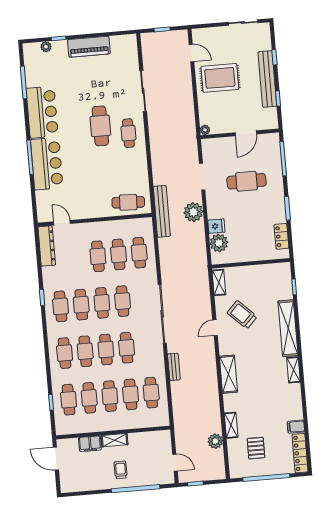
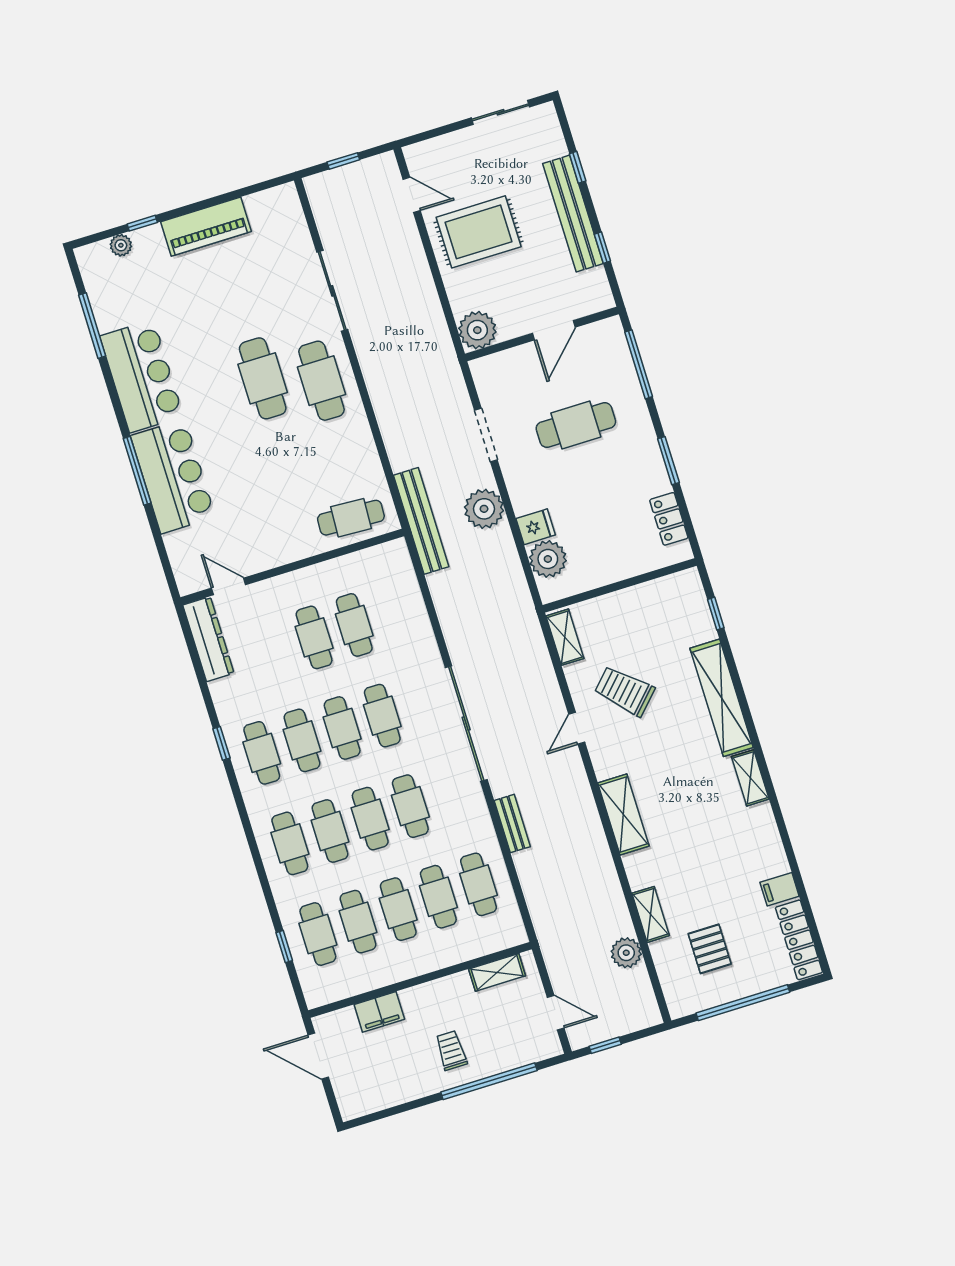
plant: (205, 130) -> (477, 330), width x1.87, depth x1.87
cafe table: (128, 133) -> (321, 381), width x1.37, depth x1.35
cafe table: (139, 253) -> (394, 613), removed
shelving: (115, 440) -> (497, 972), moved

